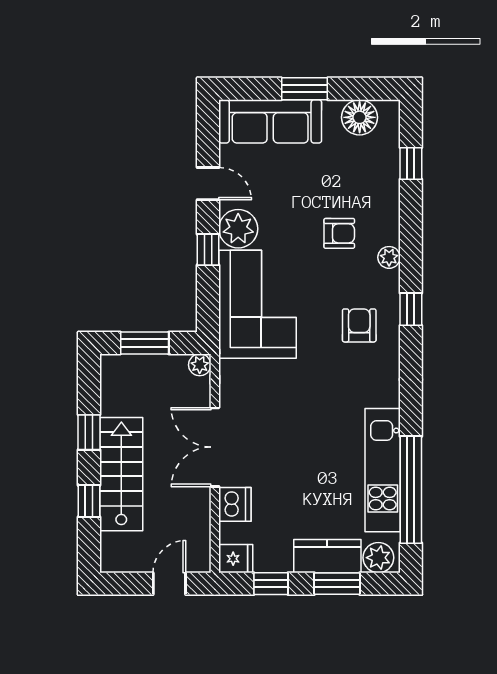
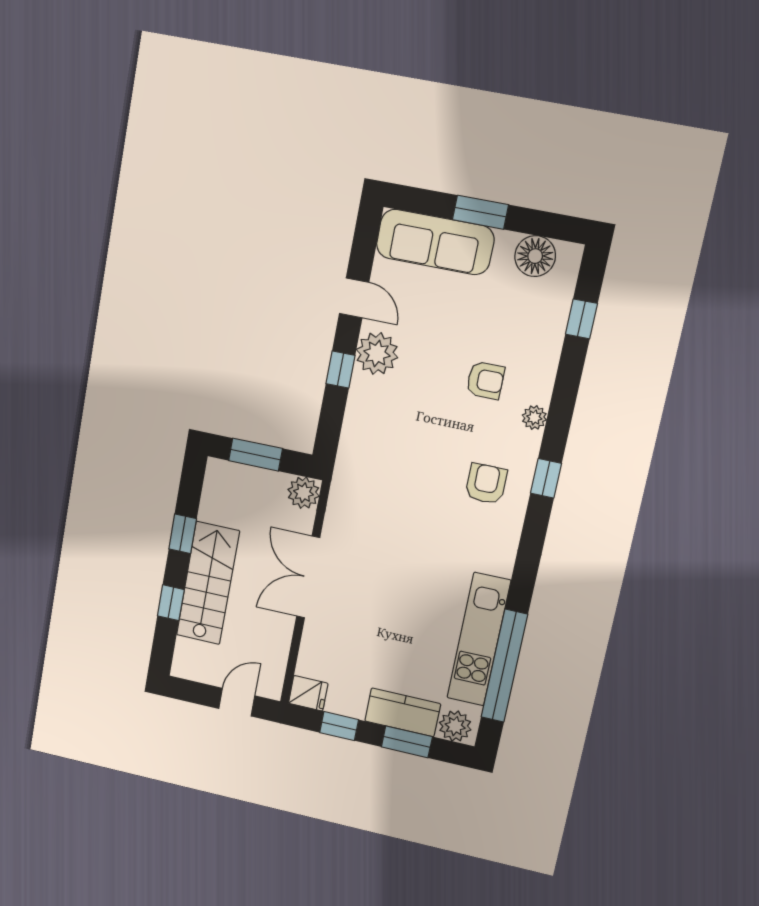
corner sofa: (257, 304) -> (382, 439), removed
plant: (200, 365) -> (304, 493), width x1.38, depth x1.38
dishwasher: (235, 504) -> (318, 639), removed

